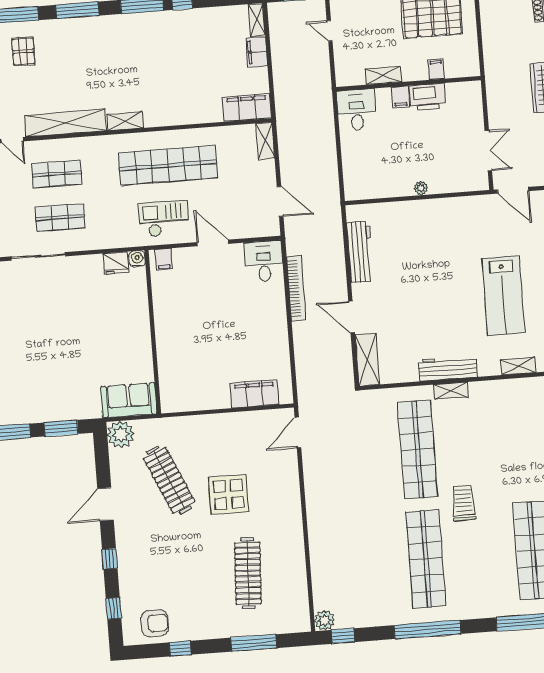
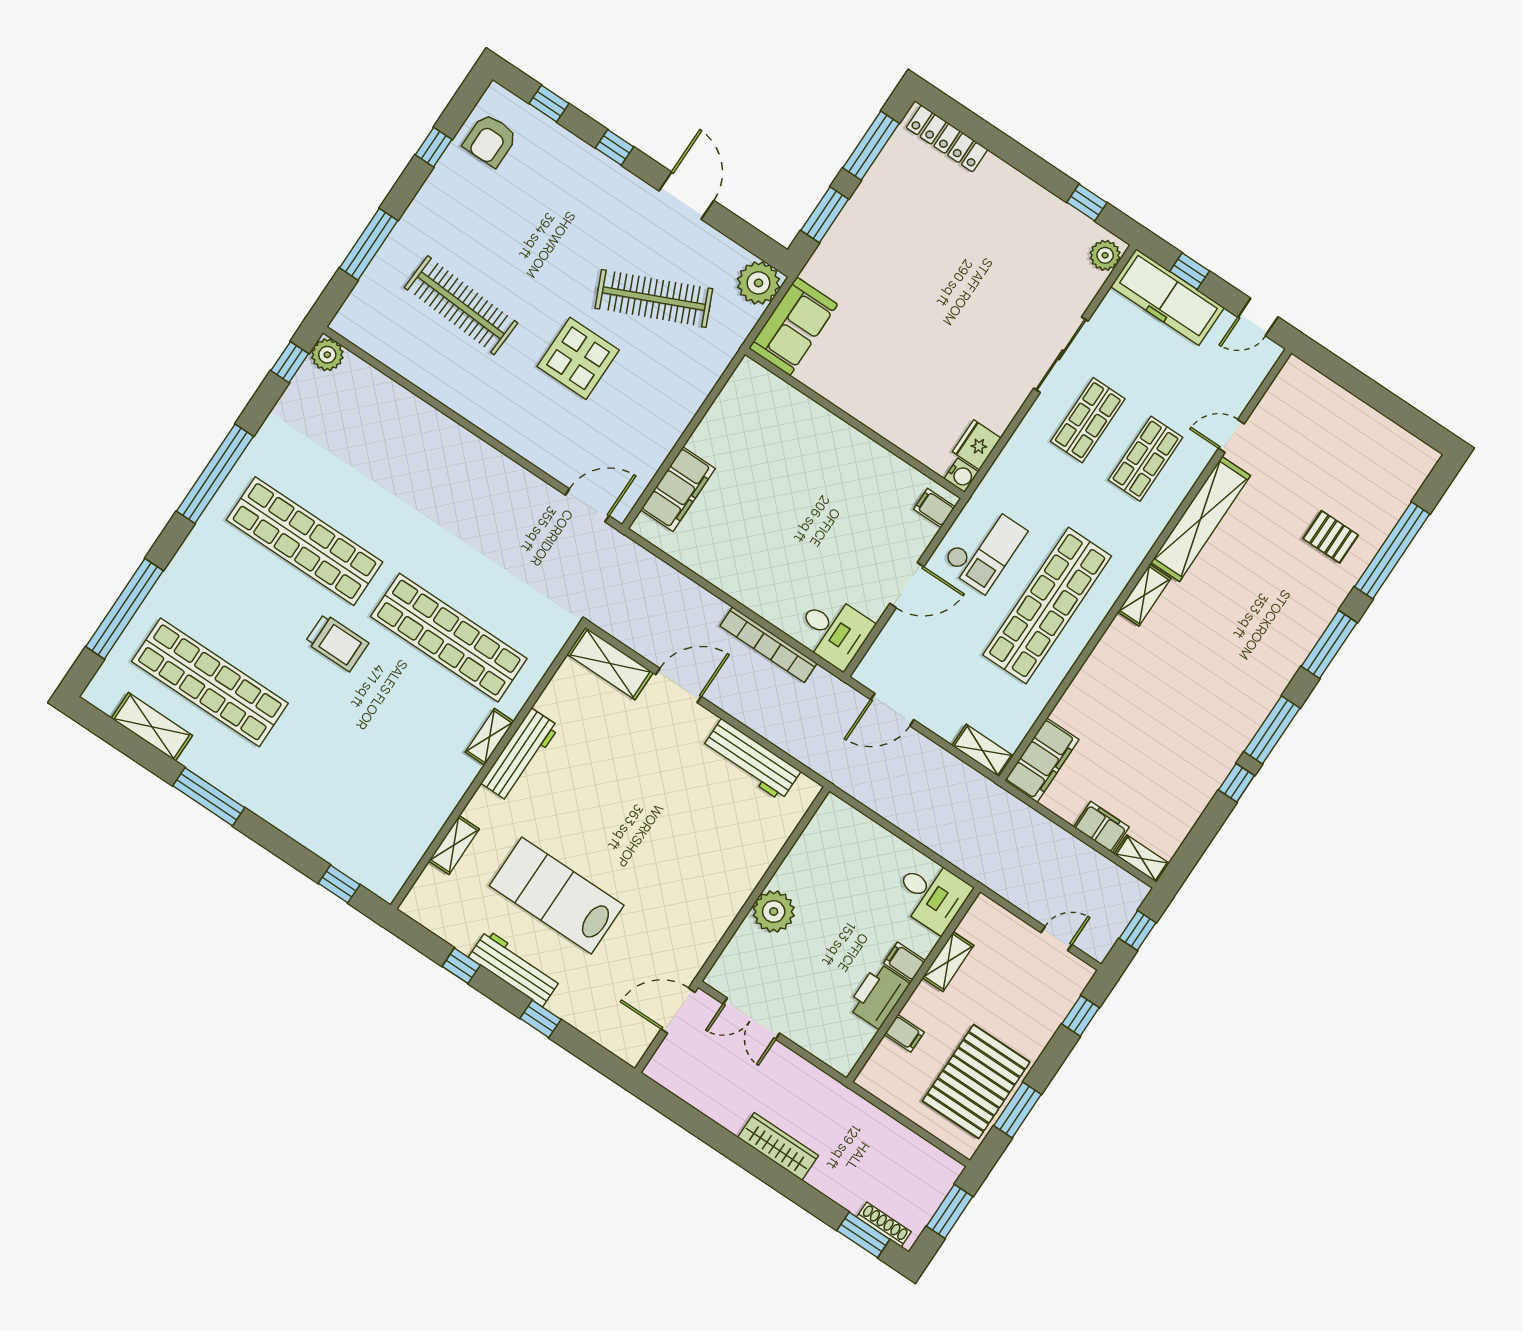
plant: (421, 188) -> (774, 912), width x1.88, depth x1.88
door: (298, 433) -> (587, 505), hinge flipped

